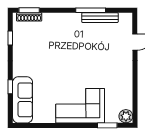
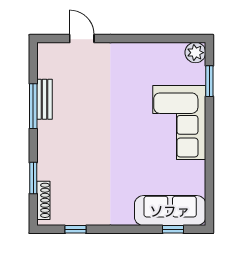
window: (29, 10) -> (33, 178), moved
bench: (100, 18) -> (45, 99), width x0.73
window: (10, 87) -> (173, 229), moved

